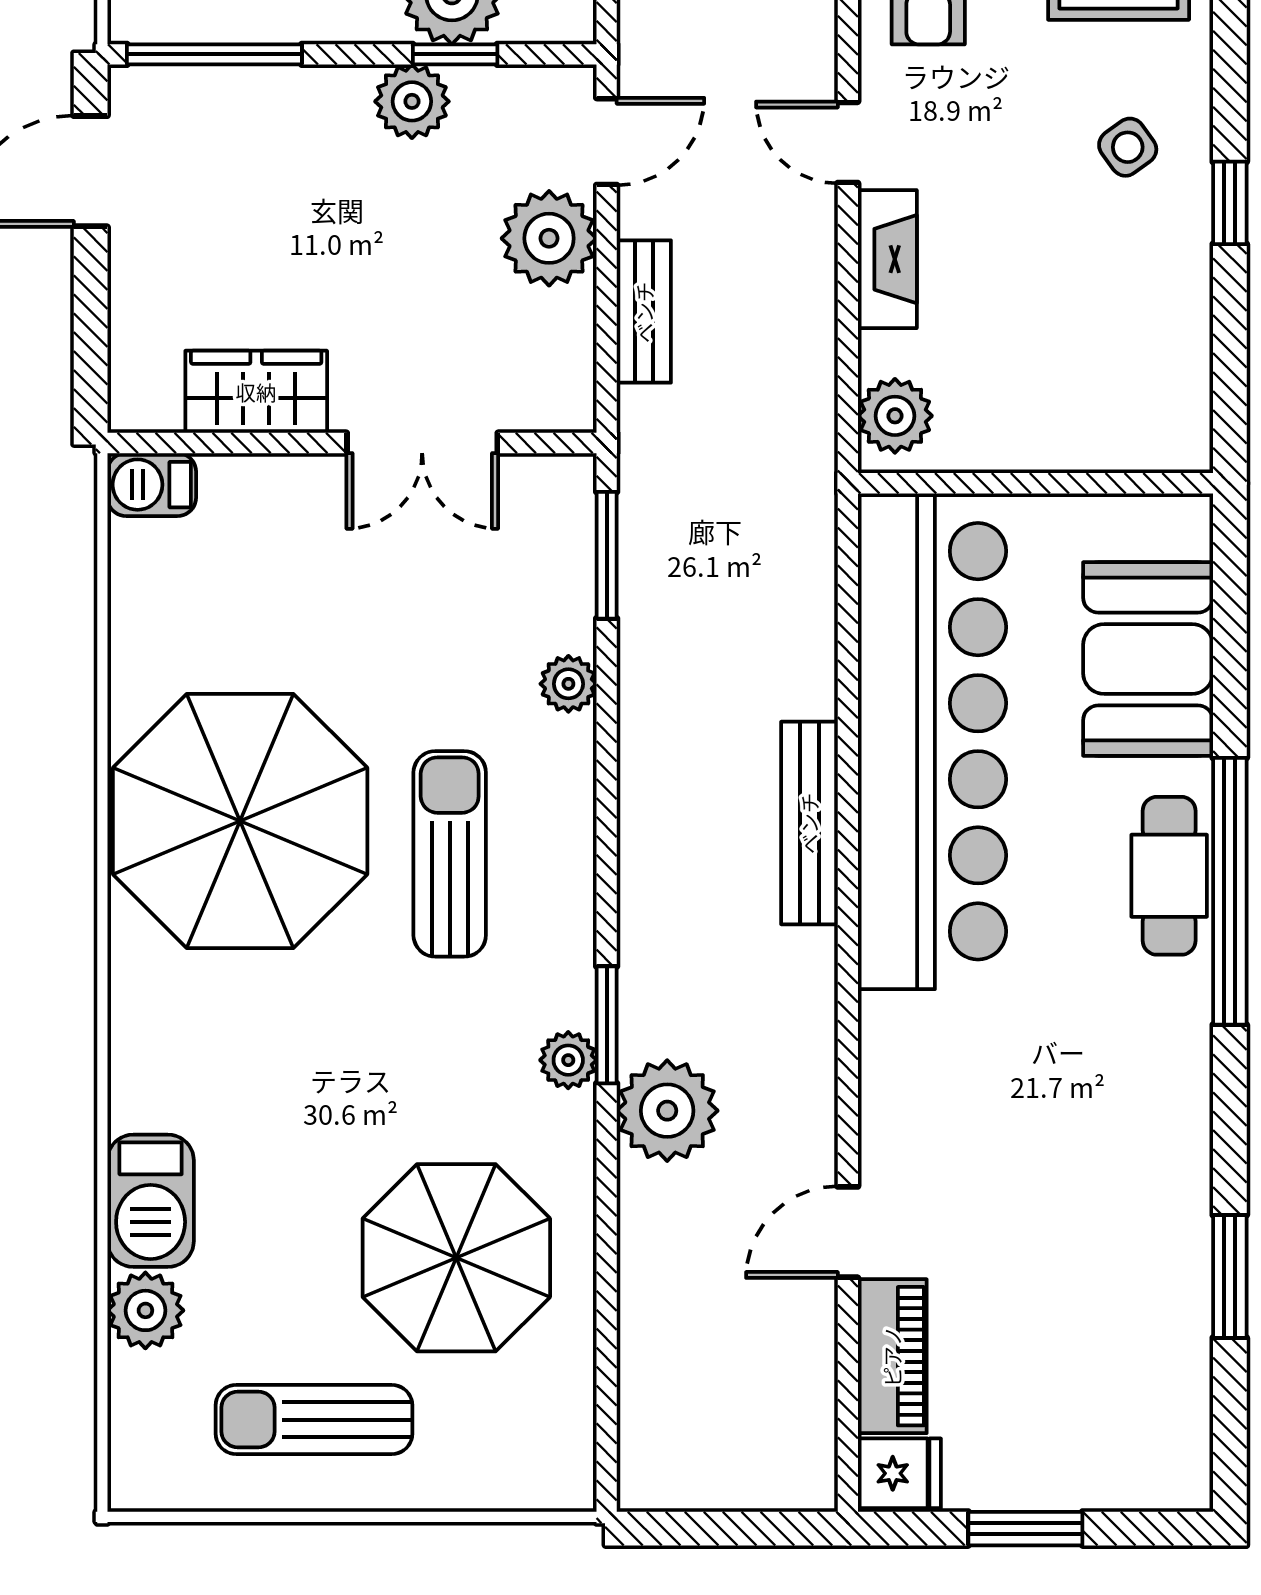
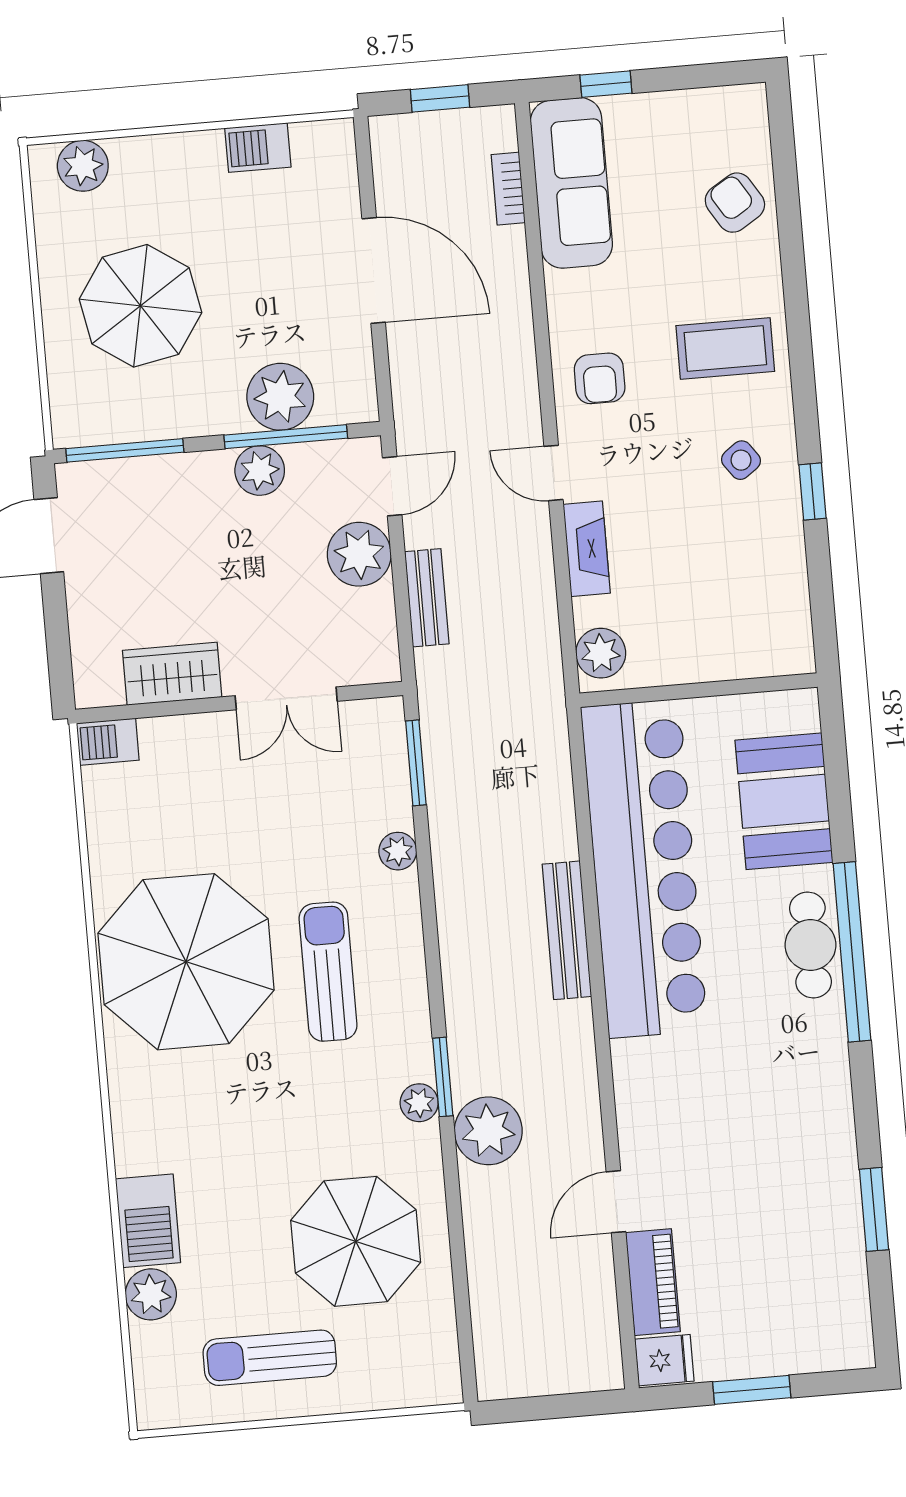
window: (455, 54) -> (286, 437), width x2.17

